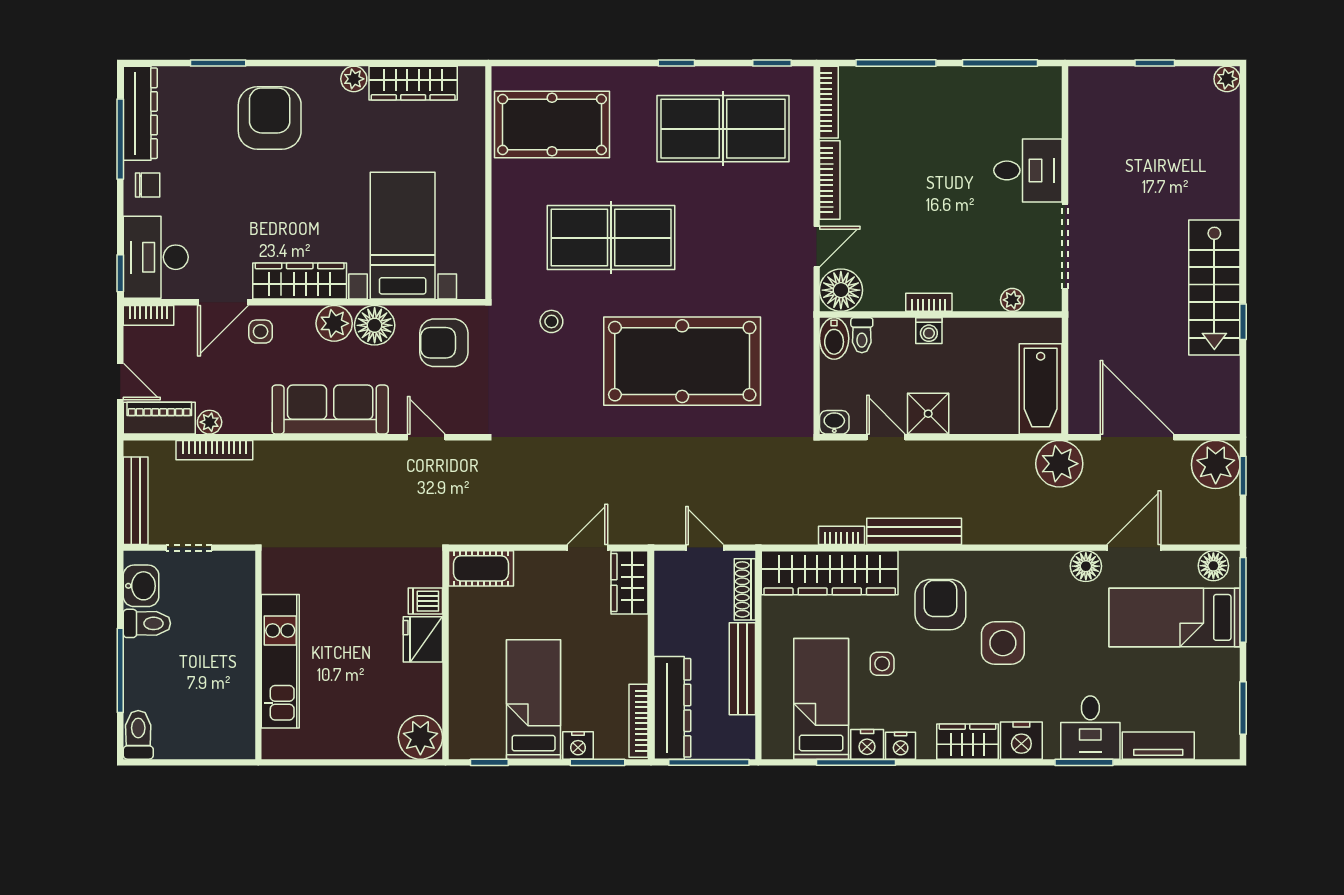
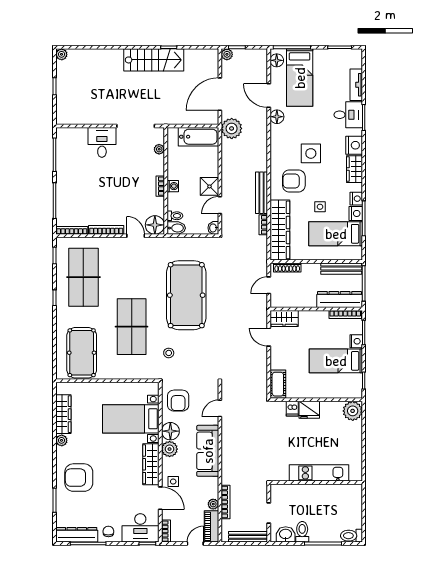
plant: (1216, 464) -> (227, 54), width x0.53, depth x0.53
bench: (742, 669) -> (341, 269), moved

